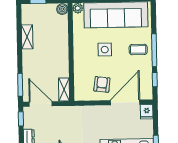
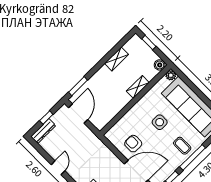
armchair: (102, 84) -> (133, 144), turned -97
shelving: (64, 89) -> (138, 87), moved
window: (21, 119) -> (46, 118), moved

